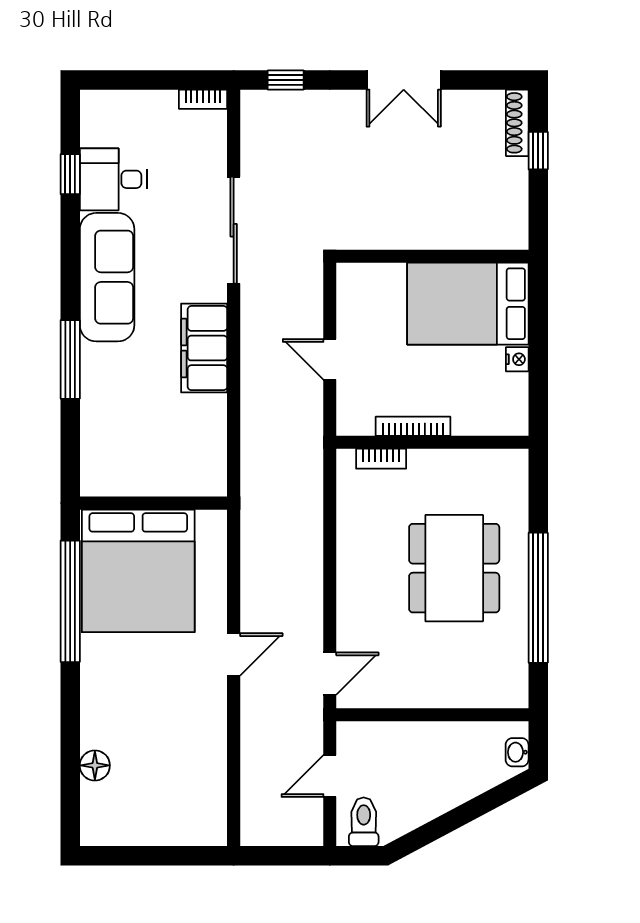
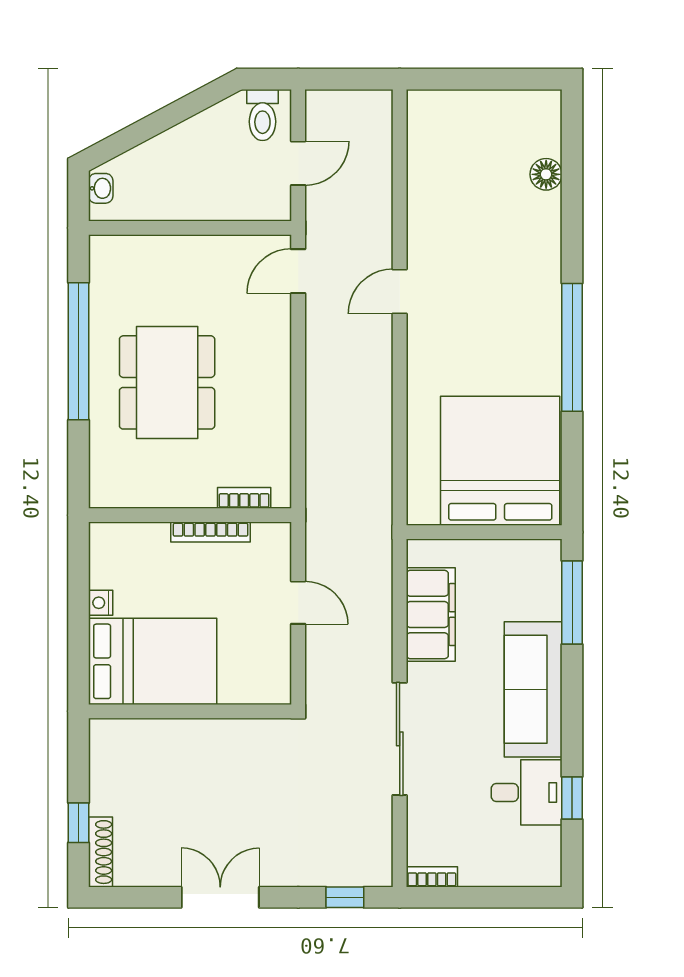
wall: (153, 503) -> (484, 532), moved
bed: (138, 571) -> (500, 461), moved

